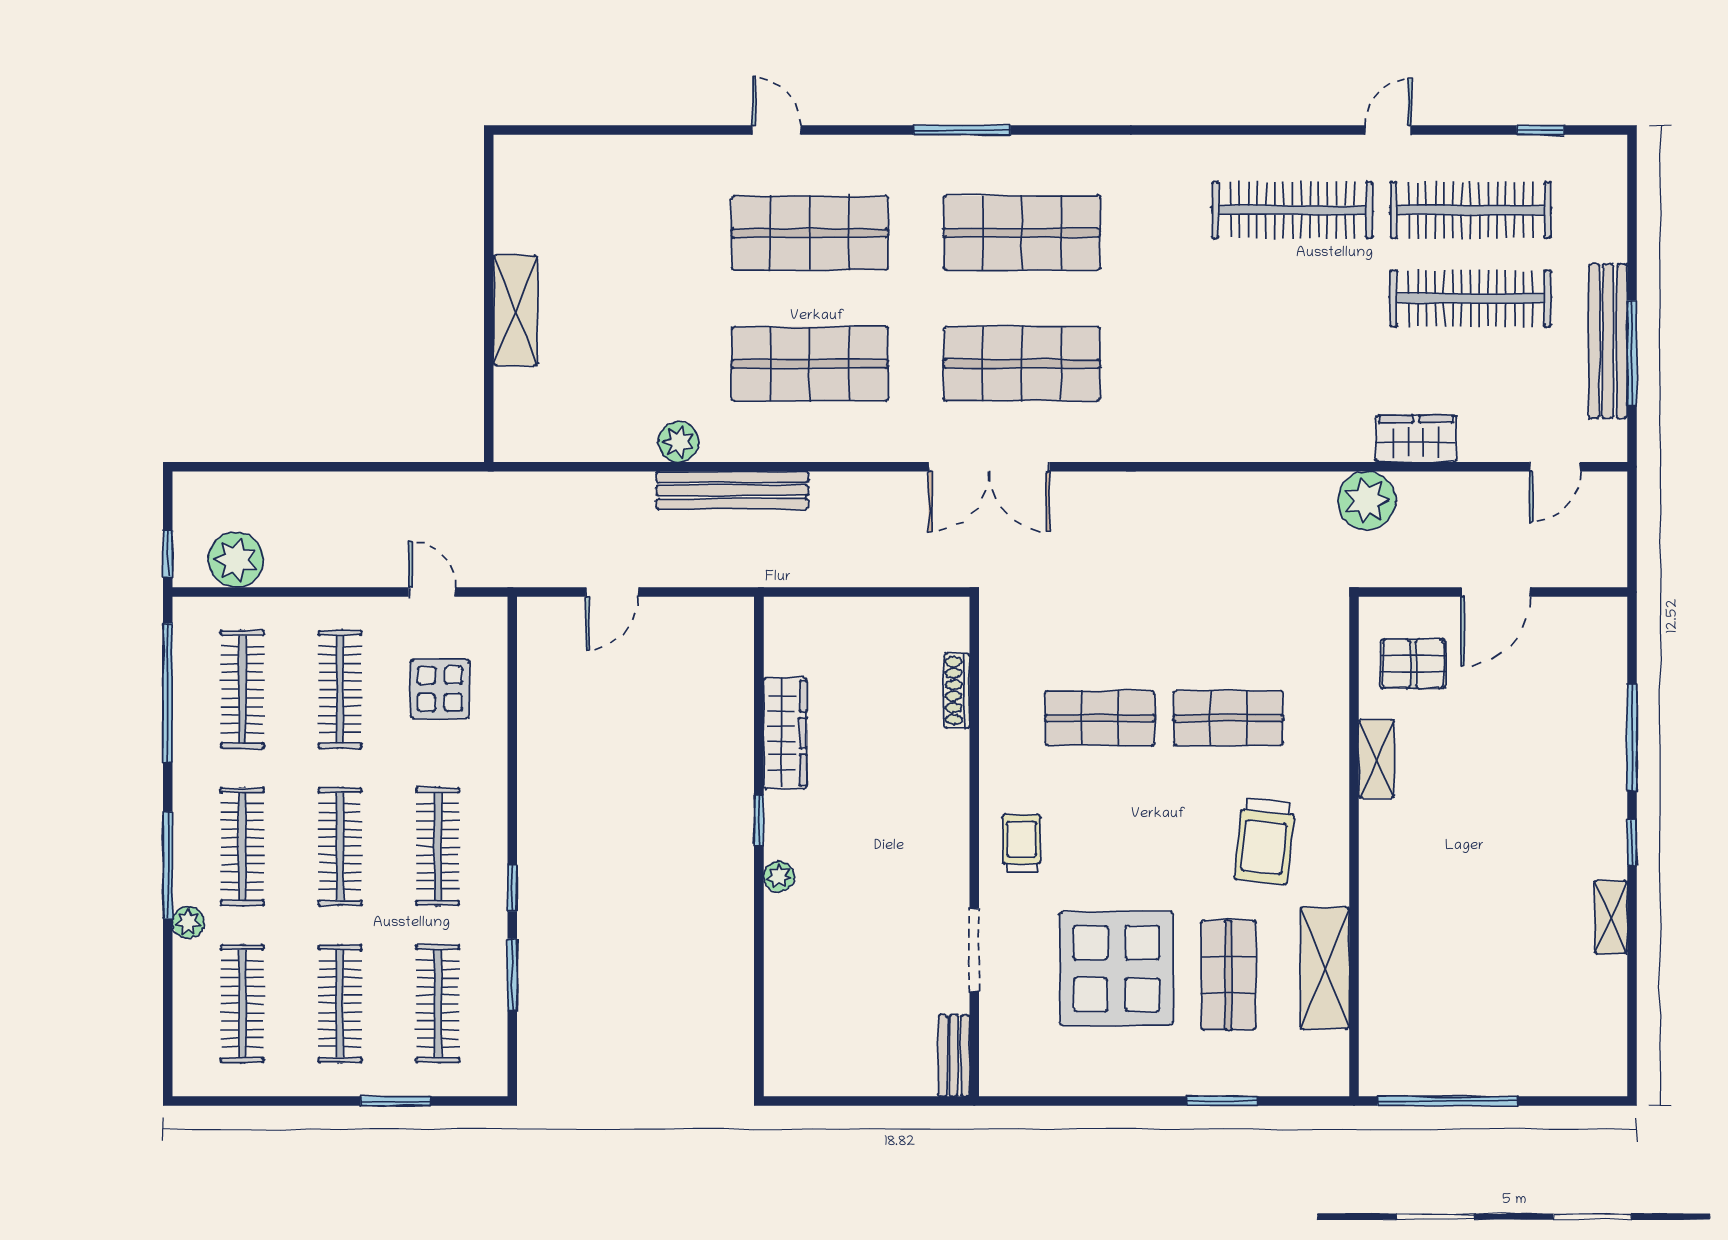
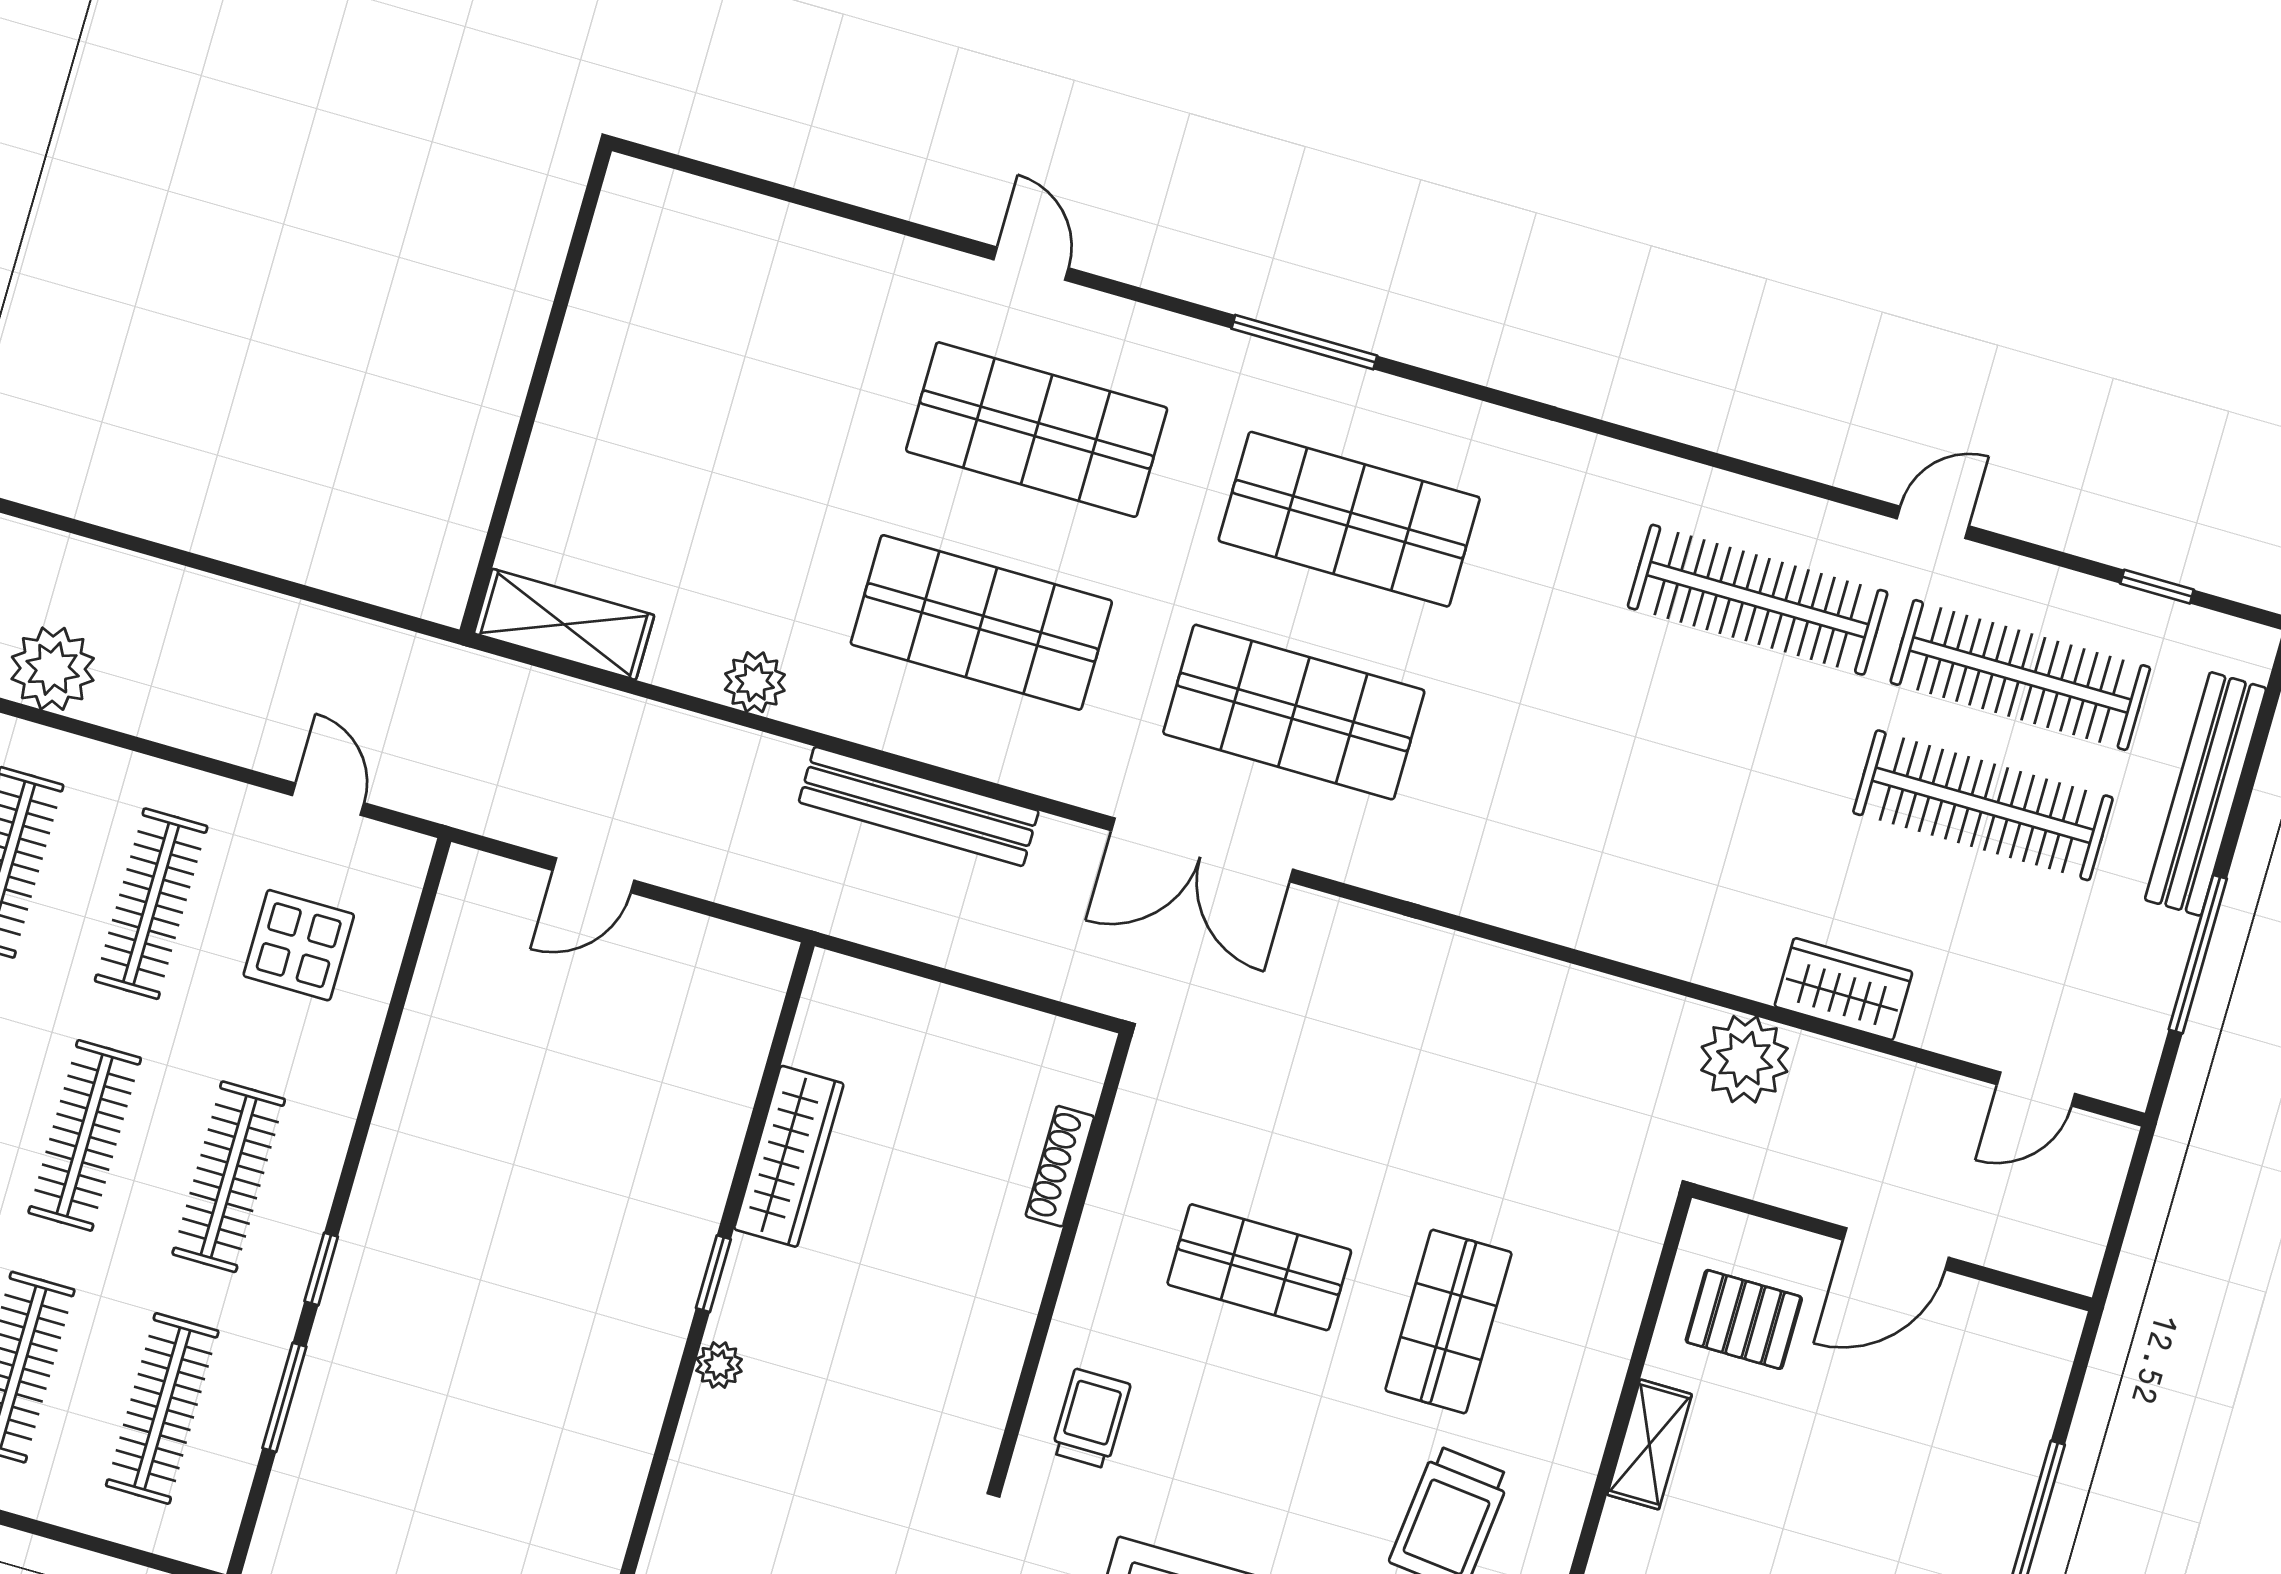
shelving: (515, 310) -> (564, 624), moved, turned 90
bench: (1608, 341) -> (2206, 794), moved
bench: (732, 490) -> (919, 806), moved
shop shelf: (1228, 718) -> (1449, 1321), turned 90
window: (395, 1101) -> (58, 1534), removed

